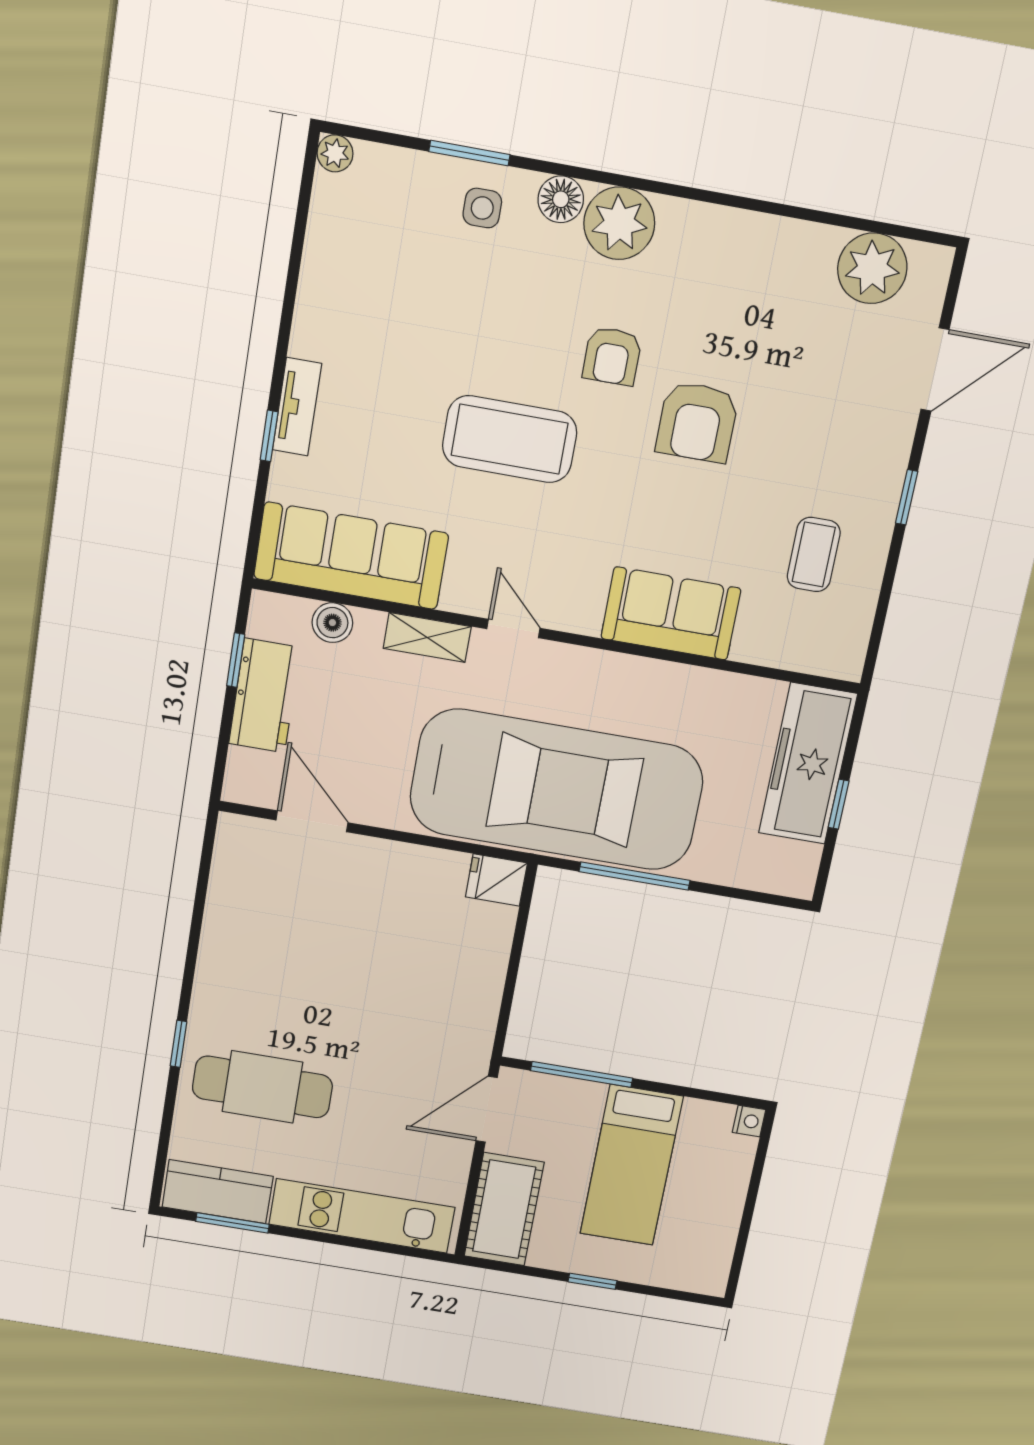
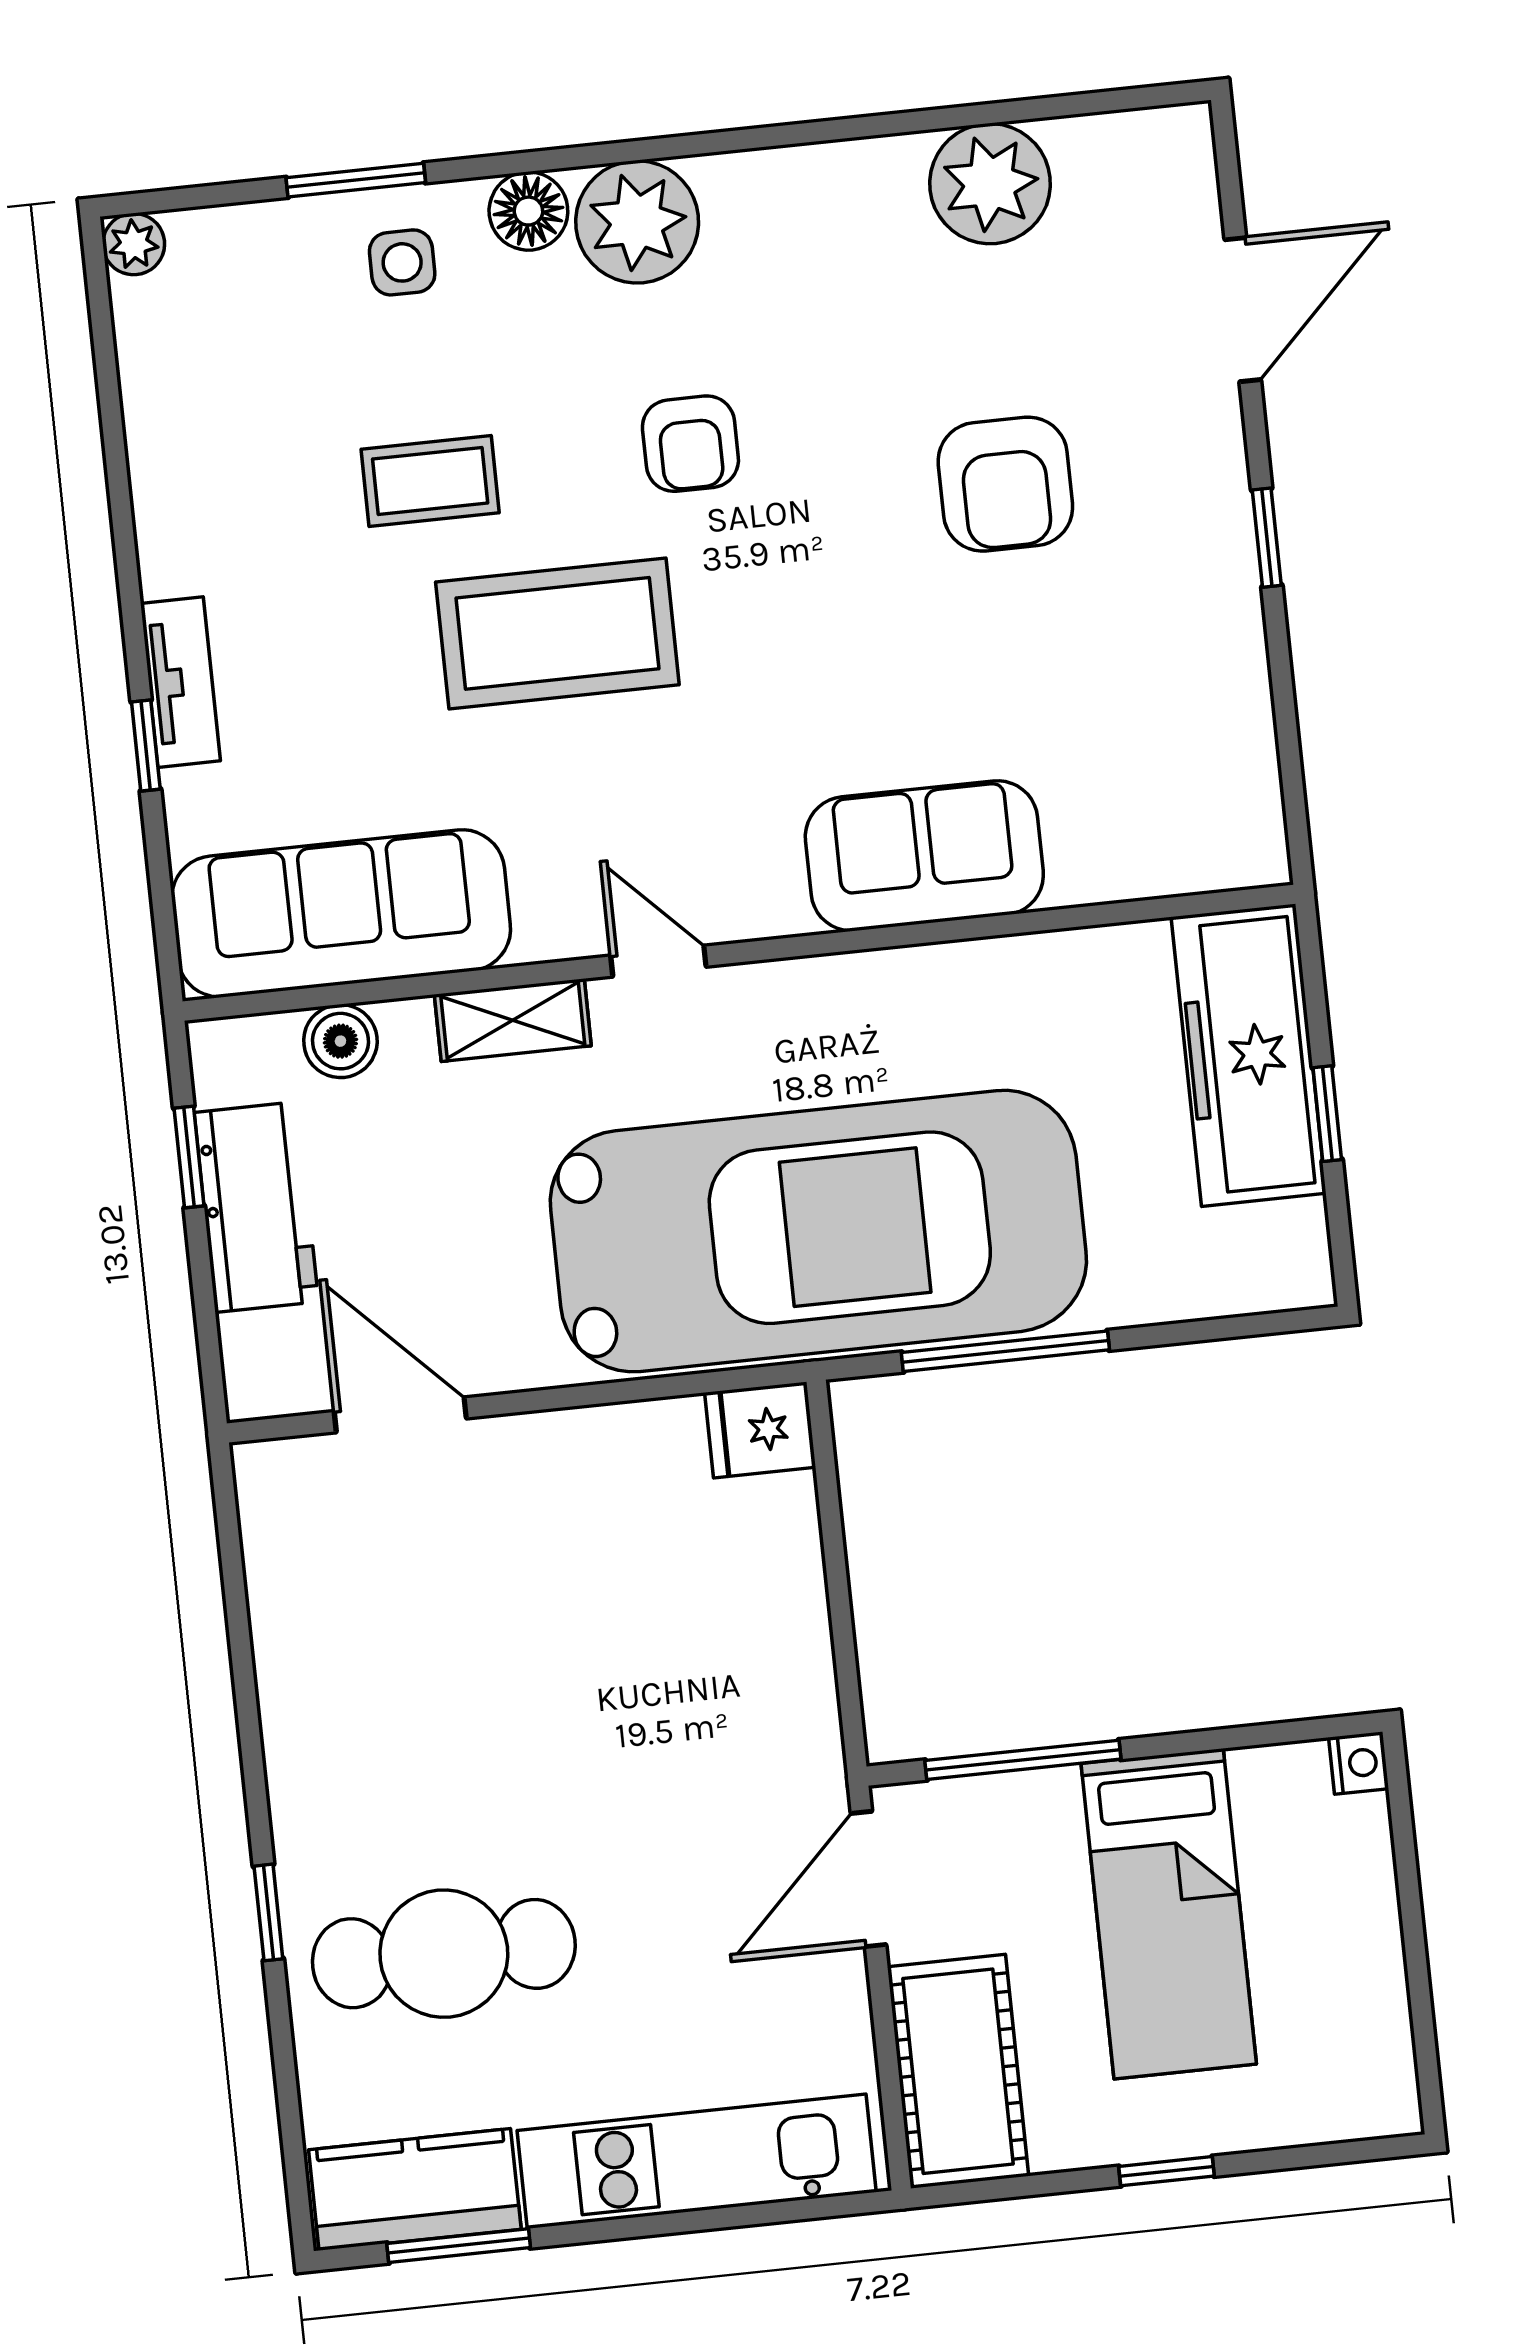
plant: (872, 268) -> (990, 184), moved
armchair: (697, 422) -> (1005, 484), moved
coffee table: (814, 555) -> (430, 481), moved, turned 90

